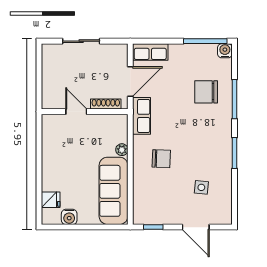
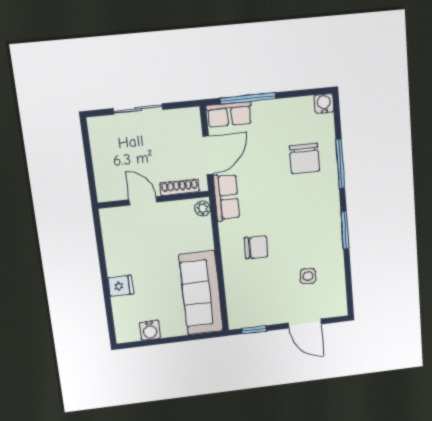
window: (205, 41) -> (248, 98), moved
chair: (206, 92) -> (305, 158), turned -90
plant: (122, 150) -> (202, 208), moved
fridge: (51, 200) -> (121, 286), moved

